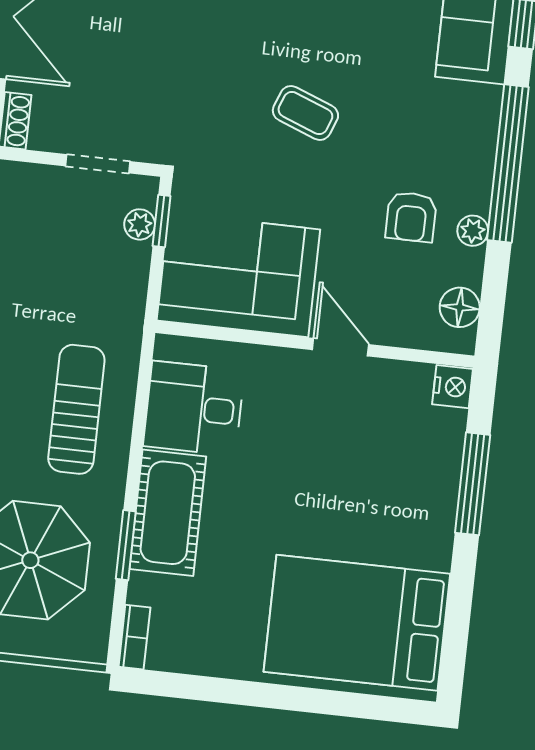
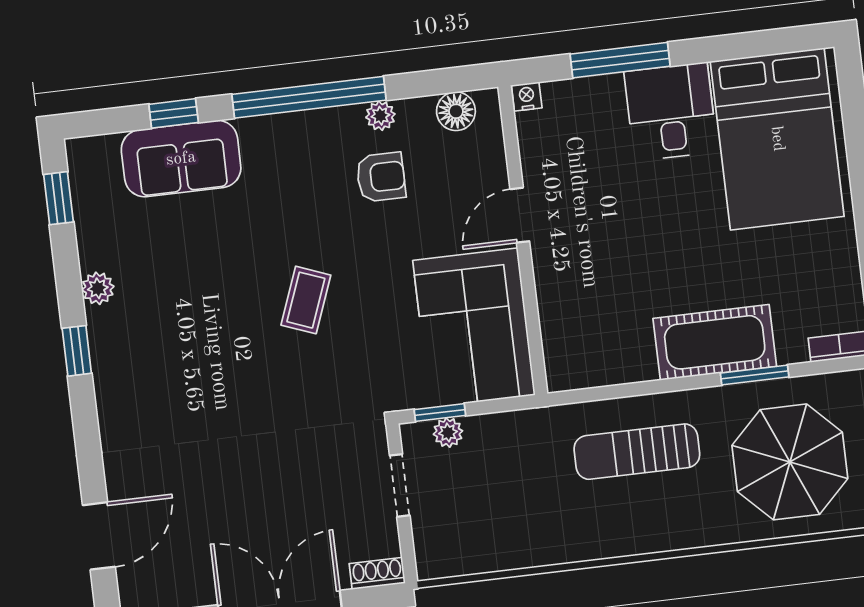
nightstand: (453, 387) -> (527, 97), width x0.72, depth x0.74
desk: (194, 408) -> (671, 112), moved, turned 180

